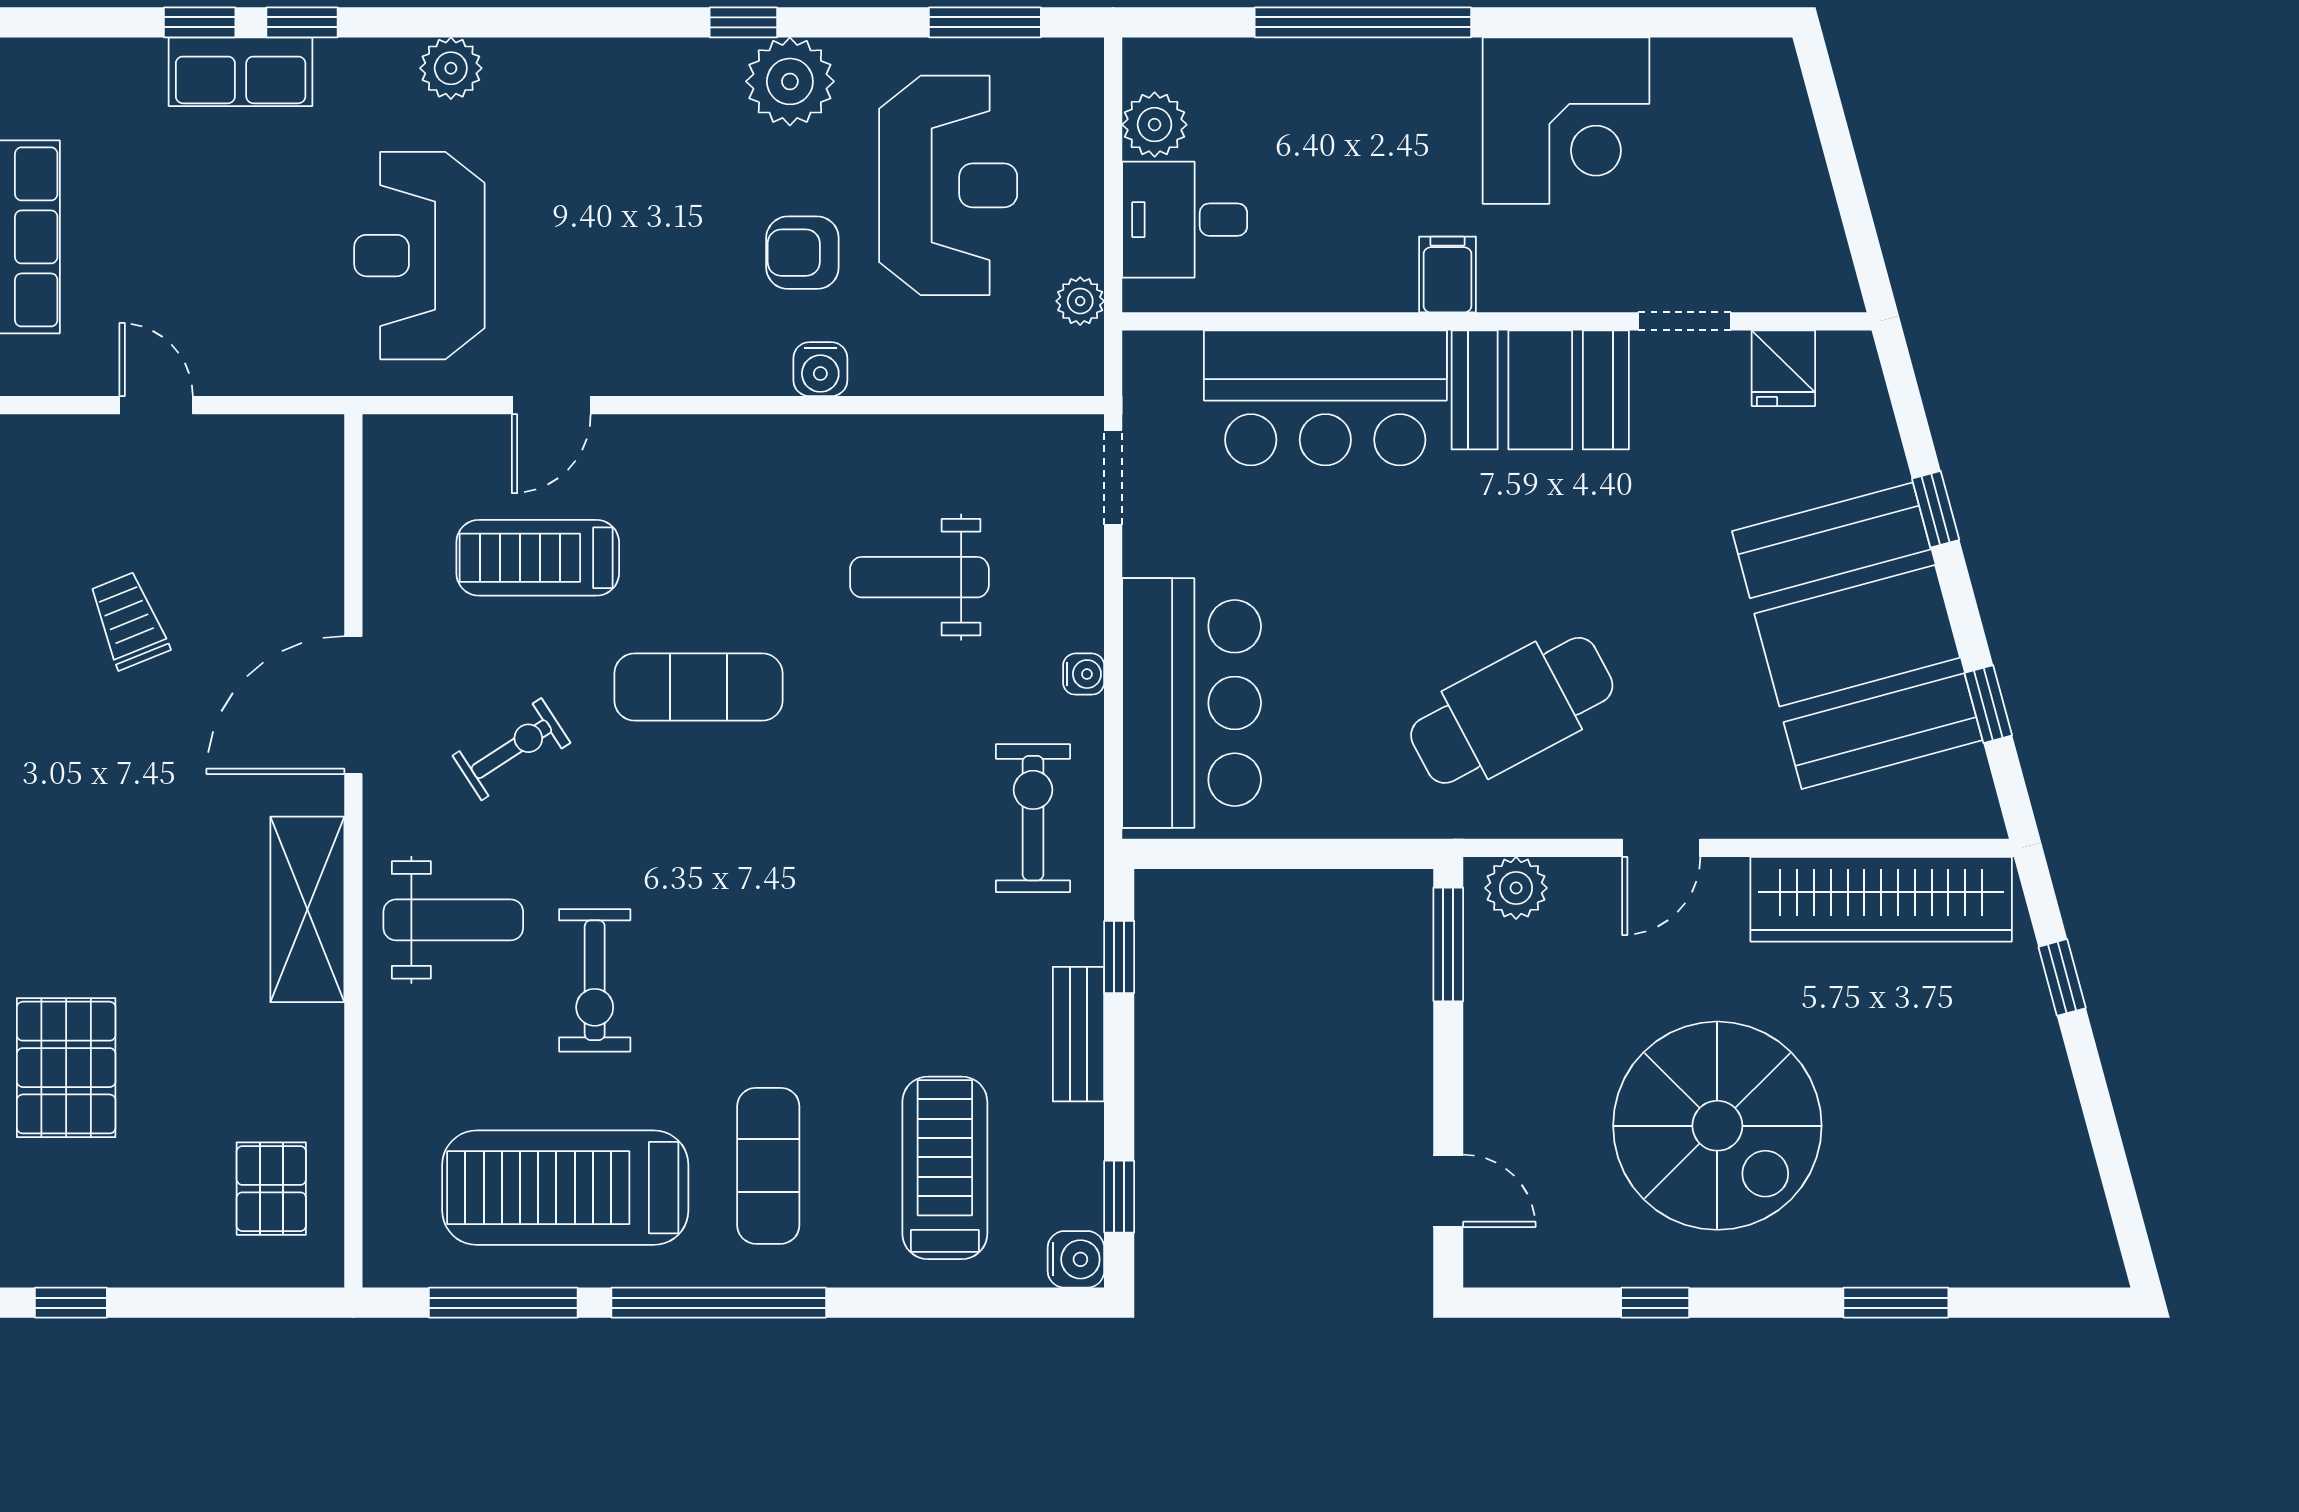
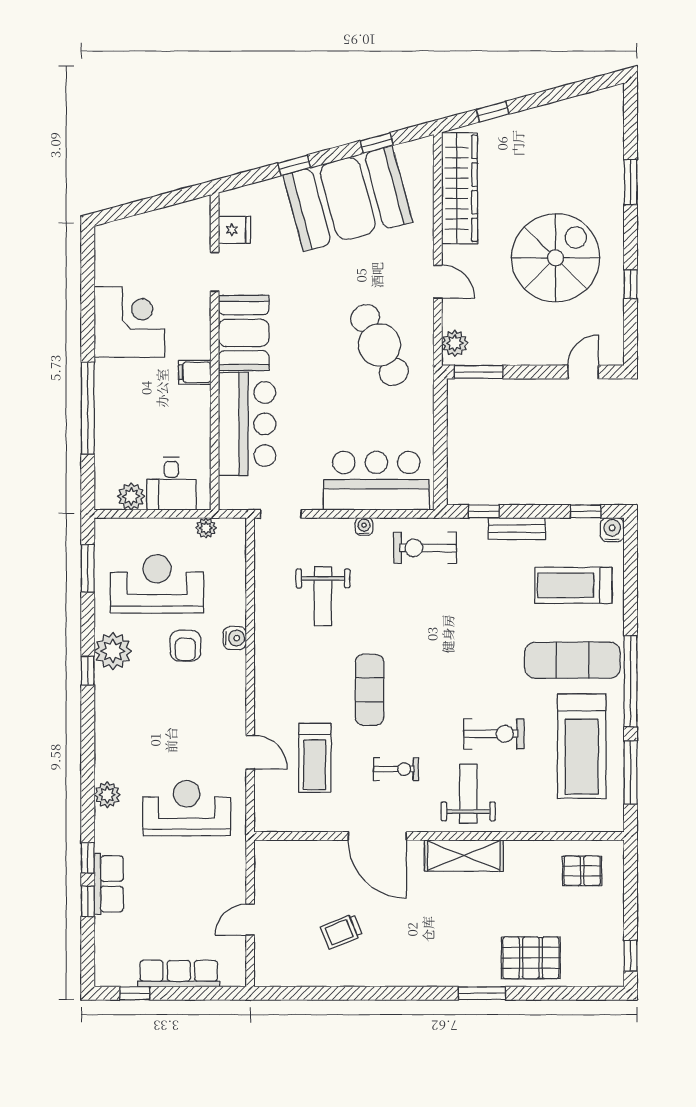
reception desk: (419, 256) -> (187, 808), turned 180
exercise bike: (511, 749) -> (396, 769), turned 123
exercise mat: (768, 1166) -> (573, 660), width x1.36, depth x1.45

